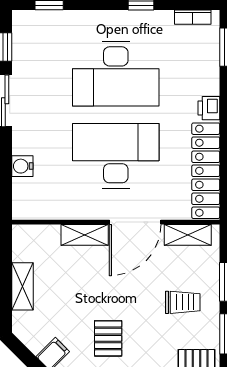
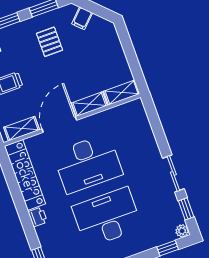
plant: (21, 19) -> (182, 231), added
water cooler: (22, 166) -> (147, 135), removed
shelving: (23, 286) -> (122, 93), moved, turned 90

